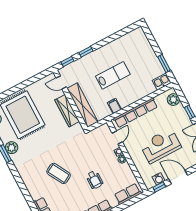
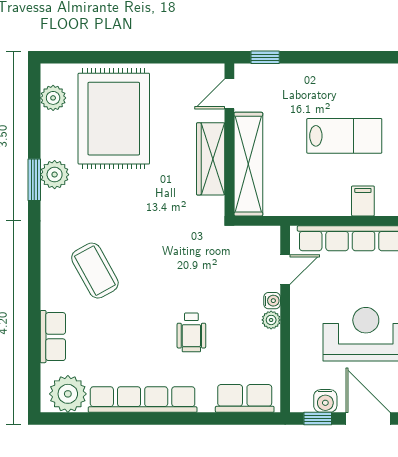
window: (86, 52) -> (314, 57), removed
door: (61, 82) -> (229, 94), hinge flipped
filing cabinet: (114, 106) -> (363, 201), moved
coffee table: (59, 173) -> (95, 271), moved

